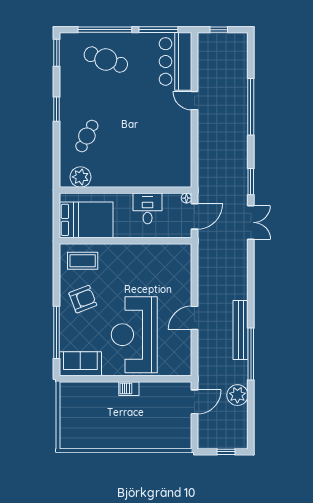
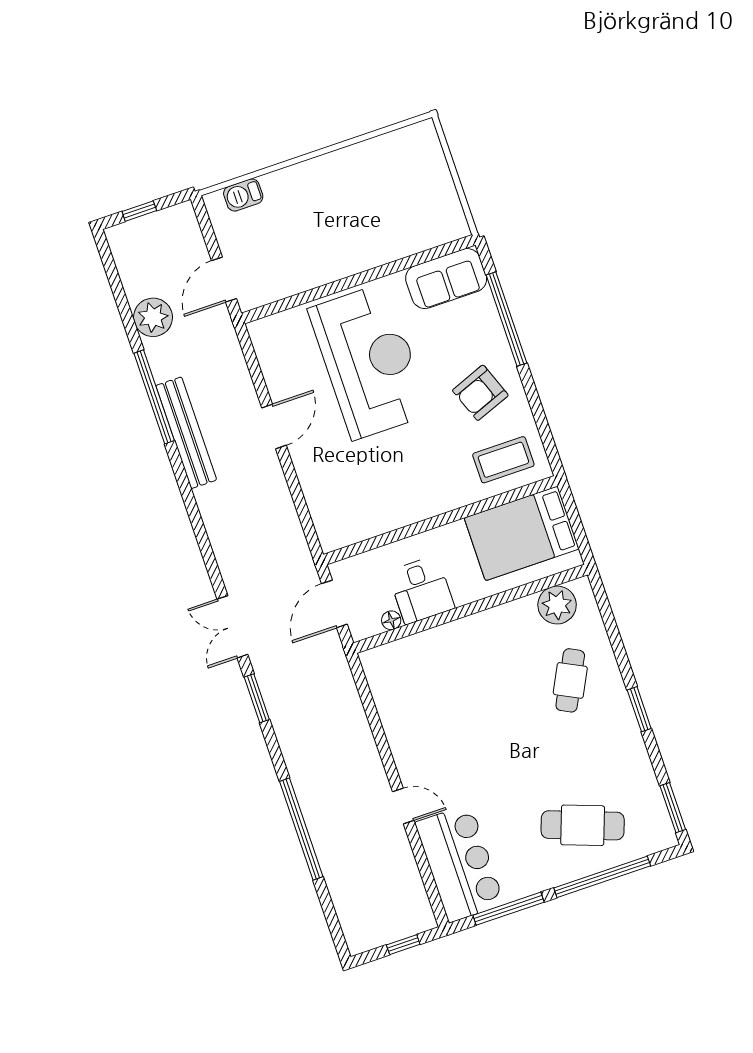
floor lamp: (186, 198) -> (391, 620), moved
barbecue: (129, 389) -> (243, 195), moved, turned 180

